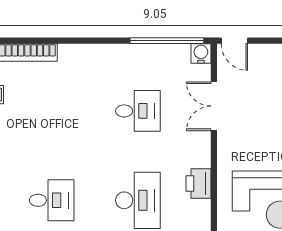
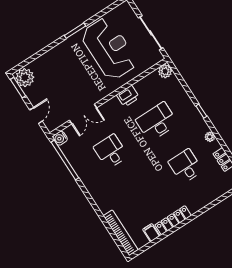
door: (234, 41) -> (36, 115), moved

